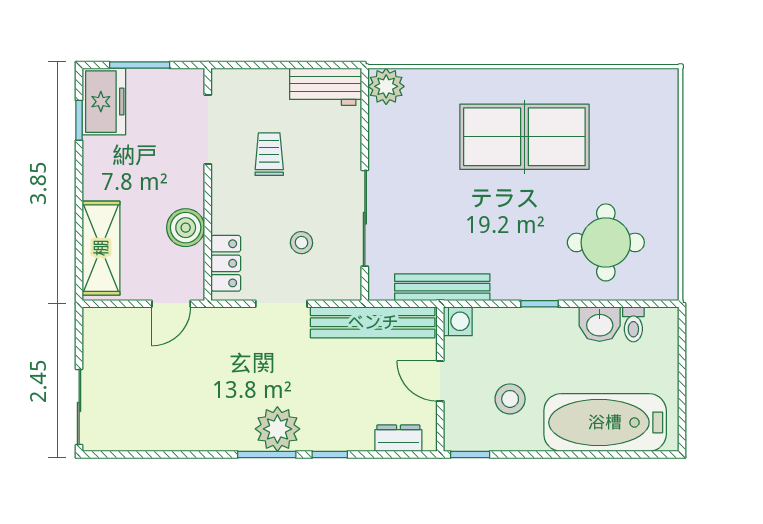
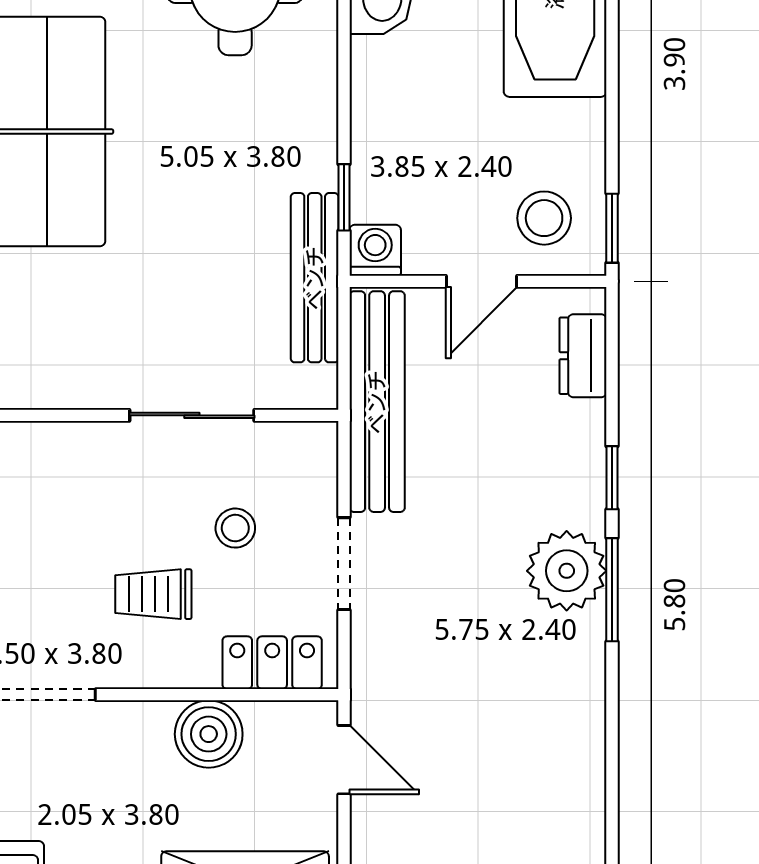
trolley: (269, 154) -> (153, 594), moved
sliding door: (365, 218) -> (192, 415), width x0.73
window: (540, 304) -> (344, 197), moved
stool: (510, 399) -> (544, 218), moved

